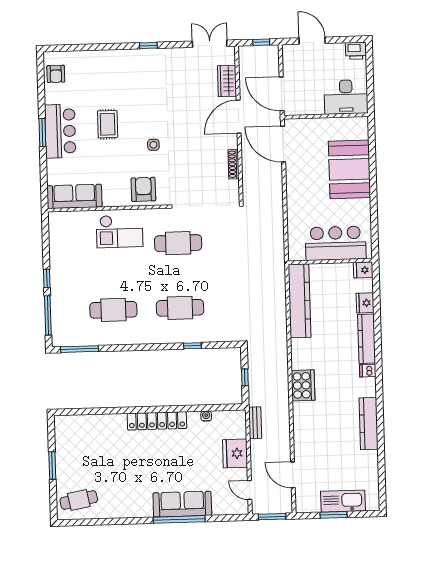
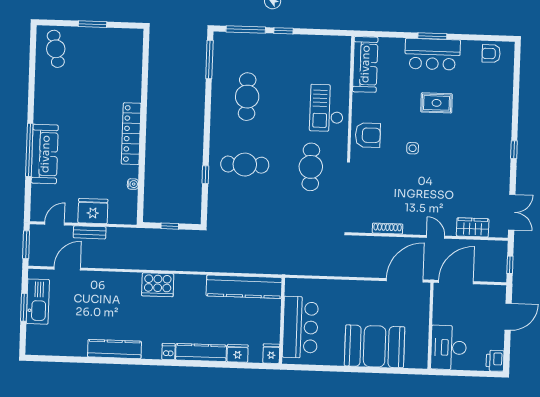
door: (239, 117) -> (436, 237), width x0.53
cafe table: (180, 308) -> (245, 165), turned 90
bench: (255, 423) -> (90, 232), moved
kitchen sink: (343, 501) -> (38, 302), moved

